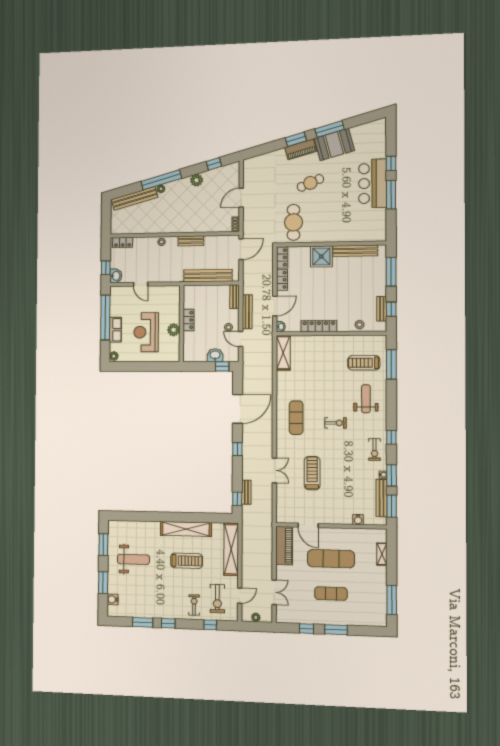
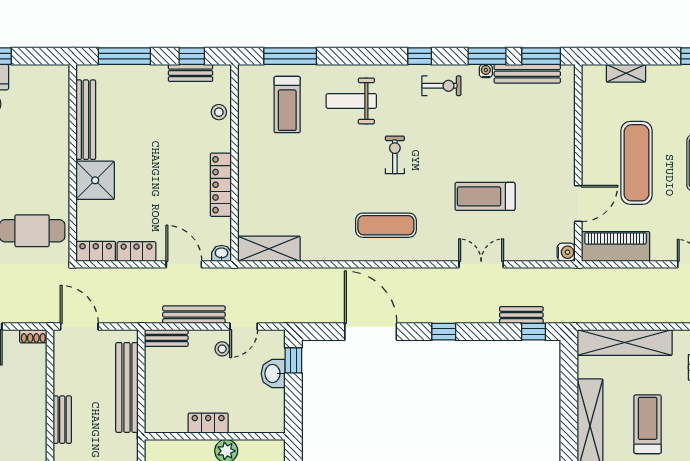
water cooler: (358, 520) -> (566, 252), moved

